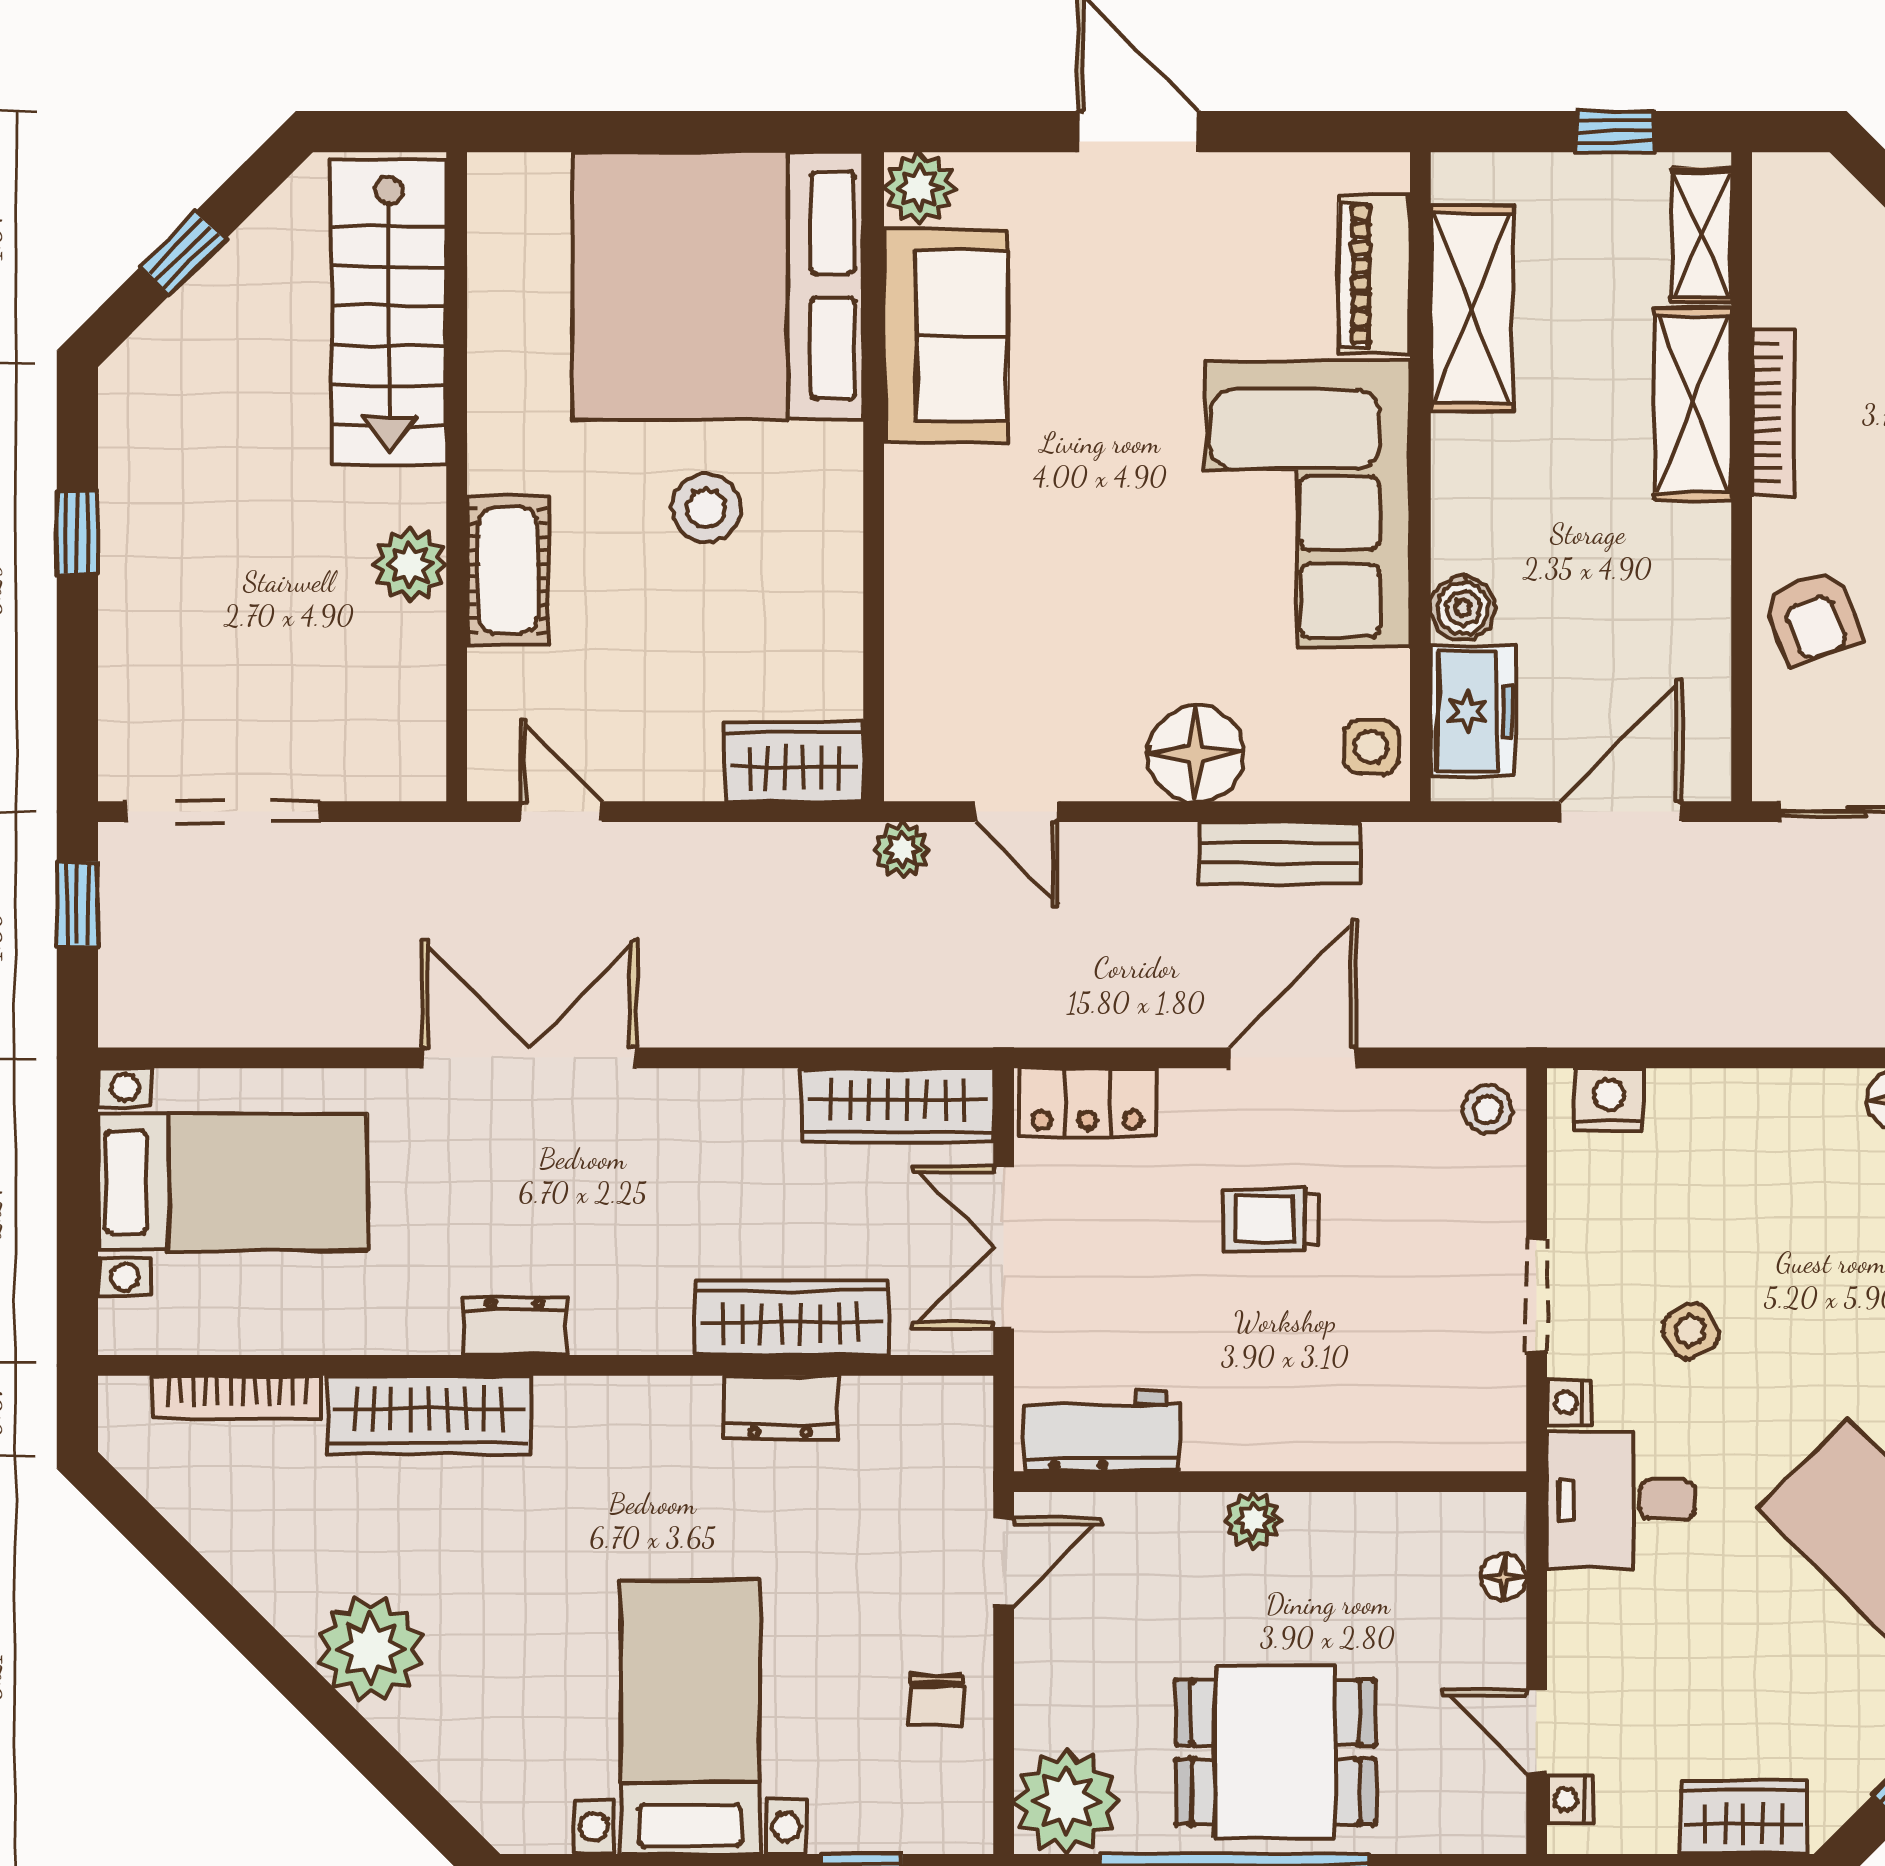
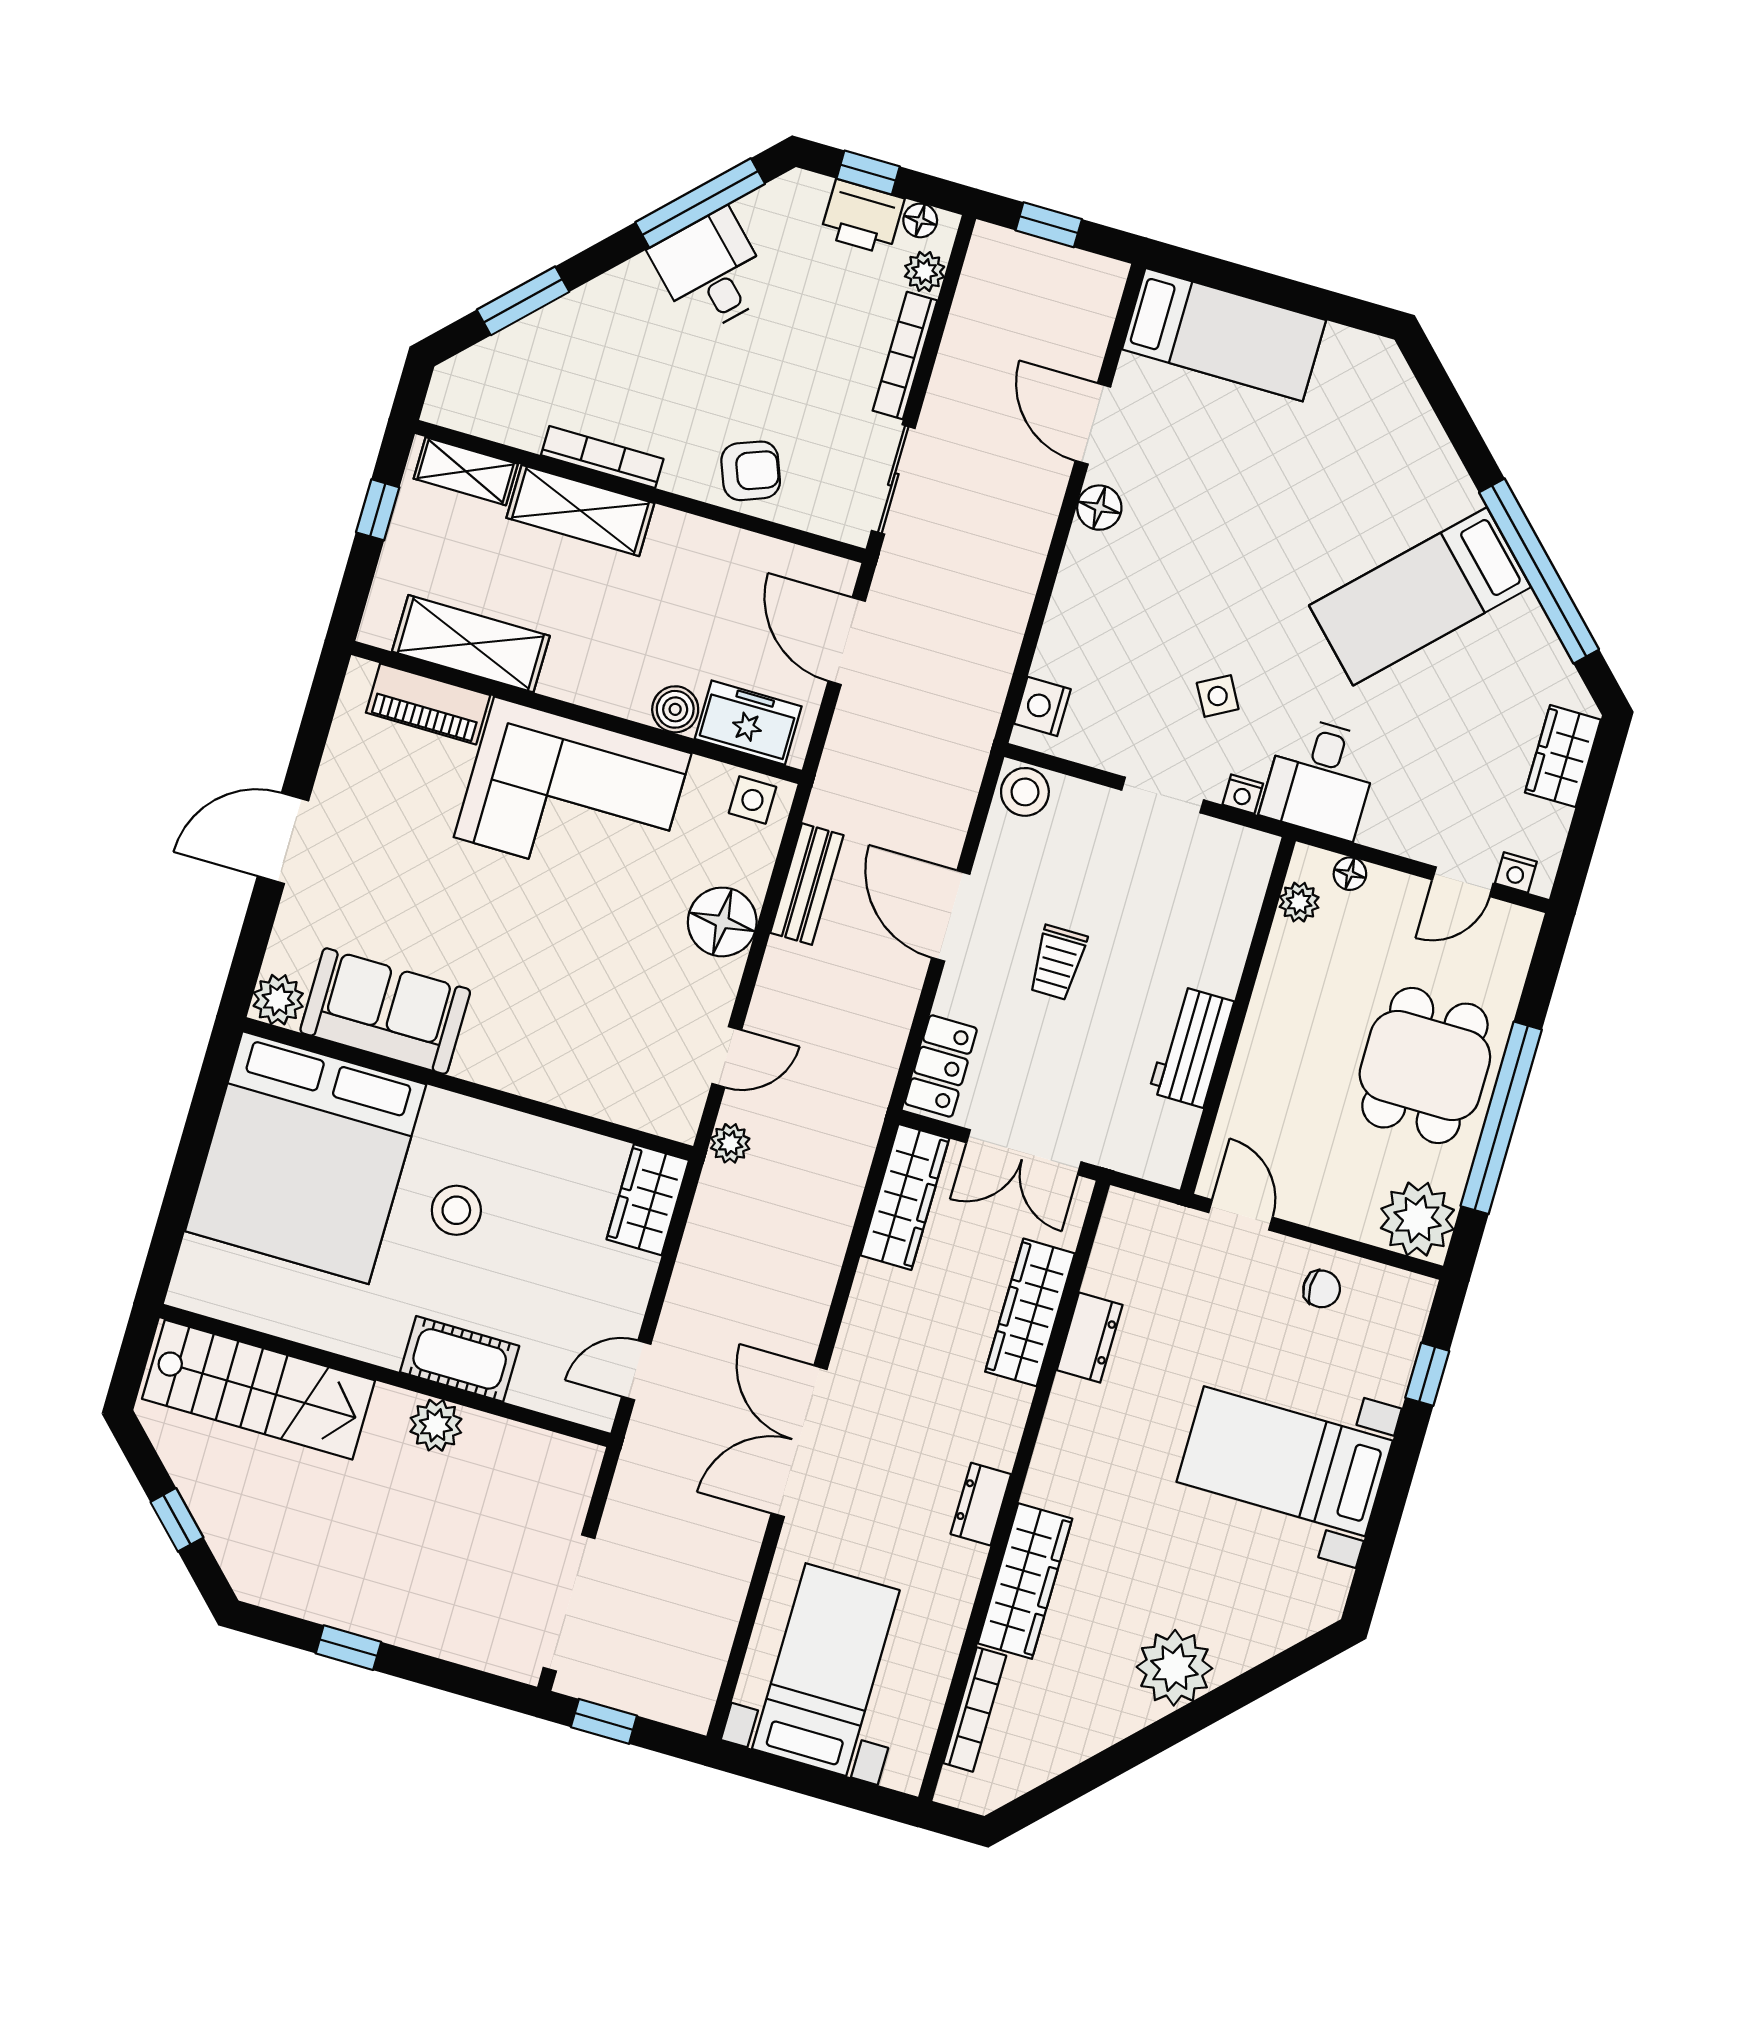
stool: (1487, 1109) -> (1025, 792), width x1.37, depth x1.37
workbench: (1102, 1431) -> (1191, 1047), moved
plant: (1253, 1520) -> (1299, 902), moved

